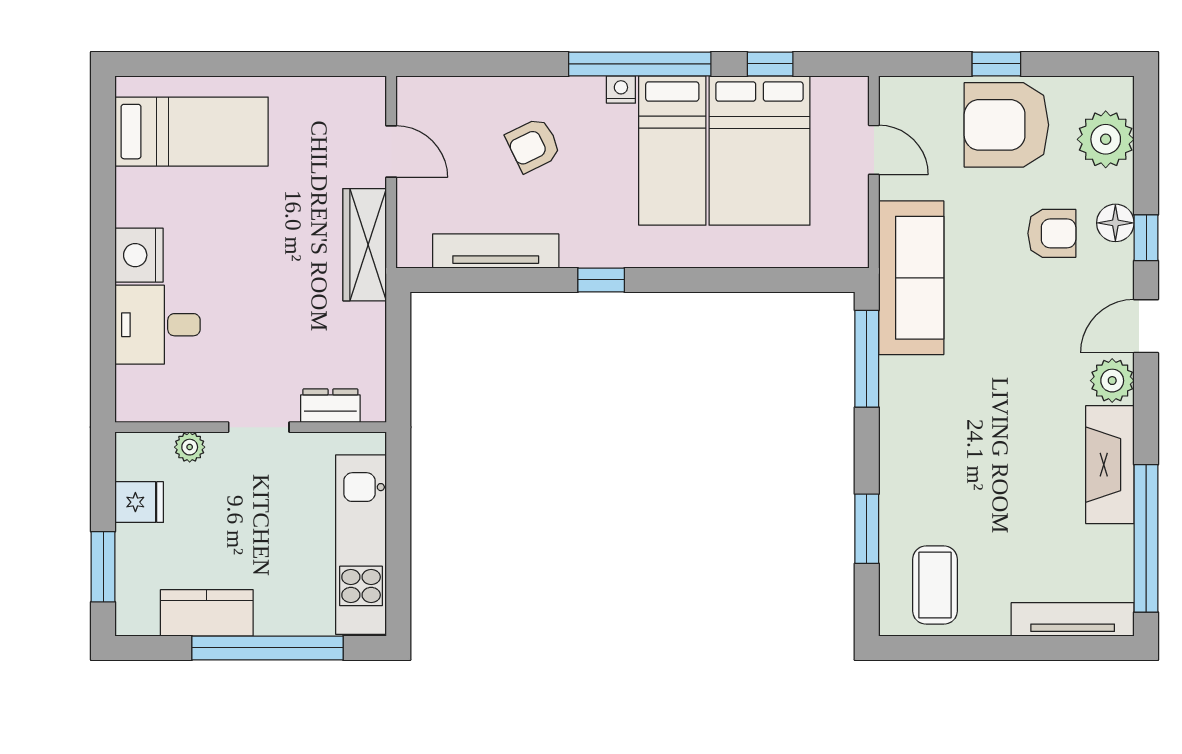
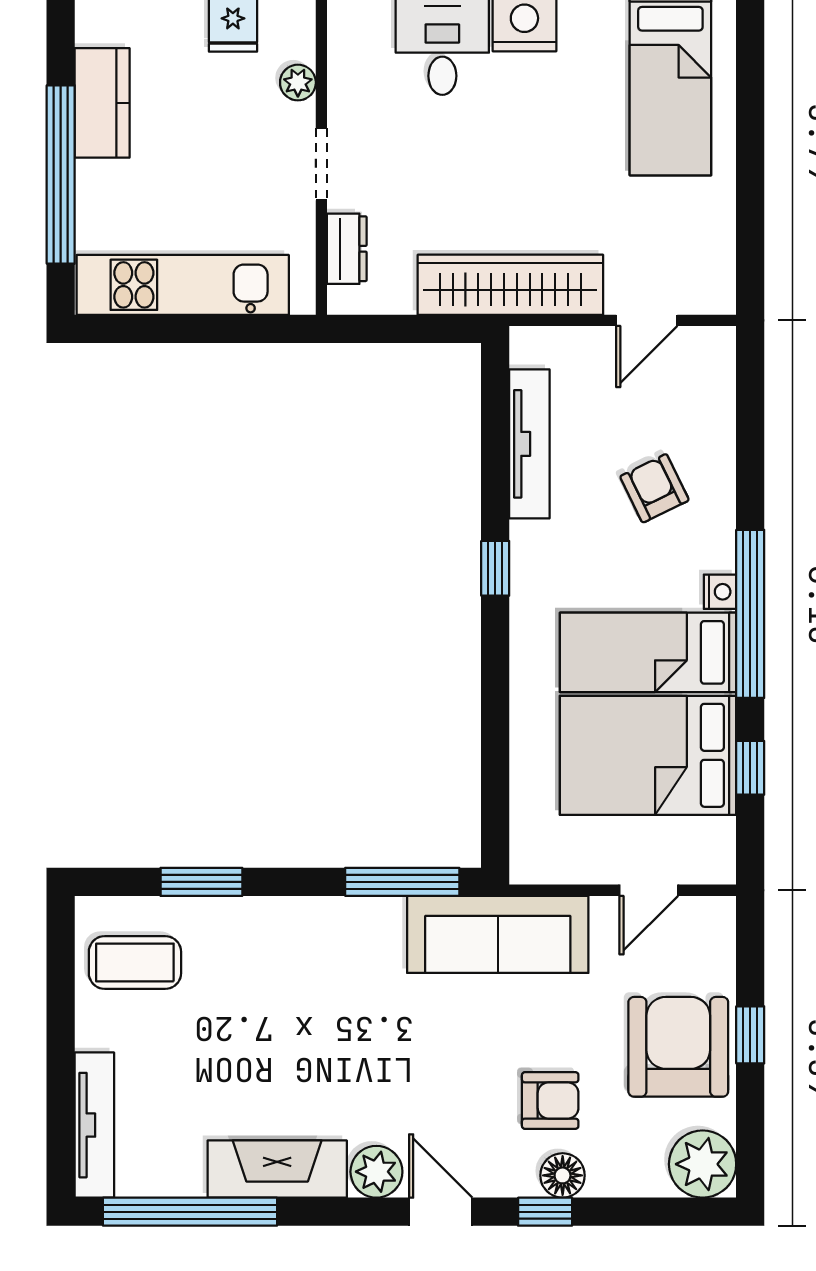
plant: (1106, 139) -> (703, 1164), moved
armchair: (1052, 233) -> (550, 1100), turned -90
wardrobe: (365, 245) -> (510, 285), width x1.40, depth x1.17

